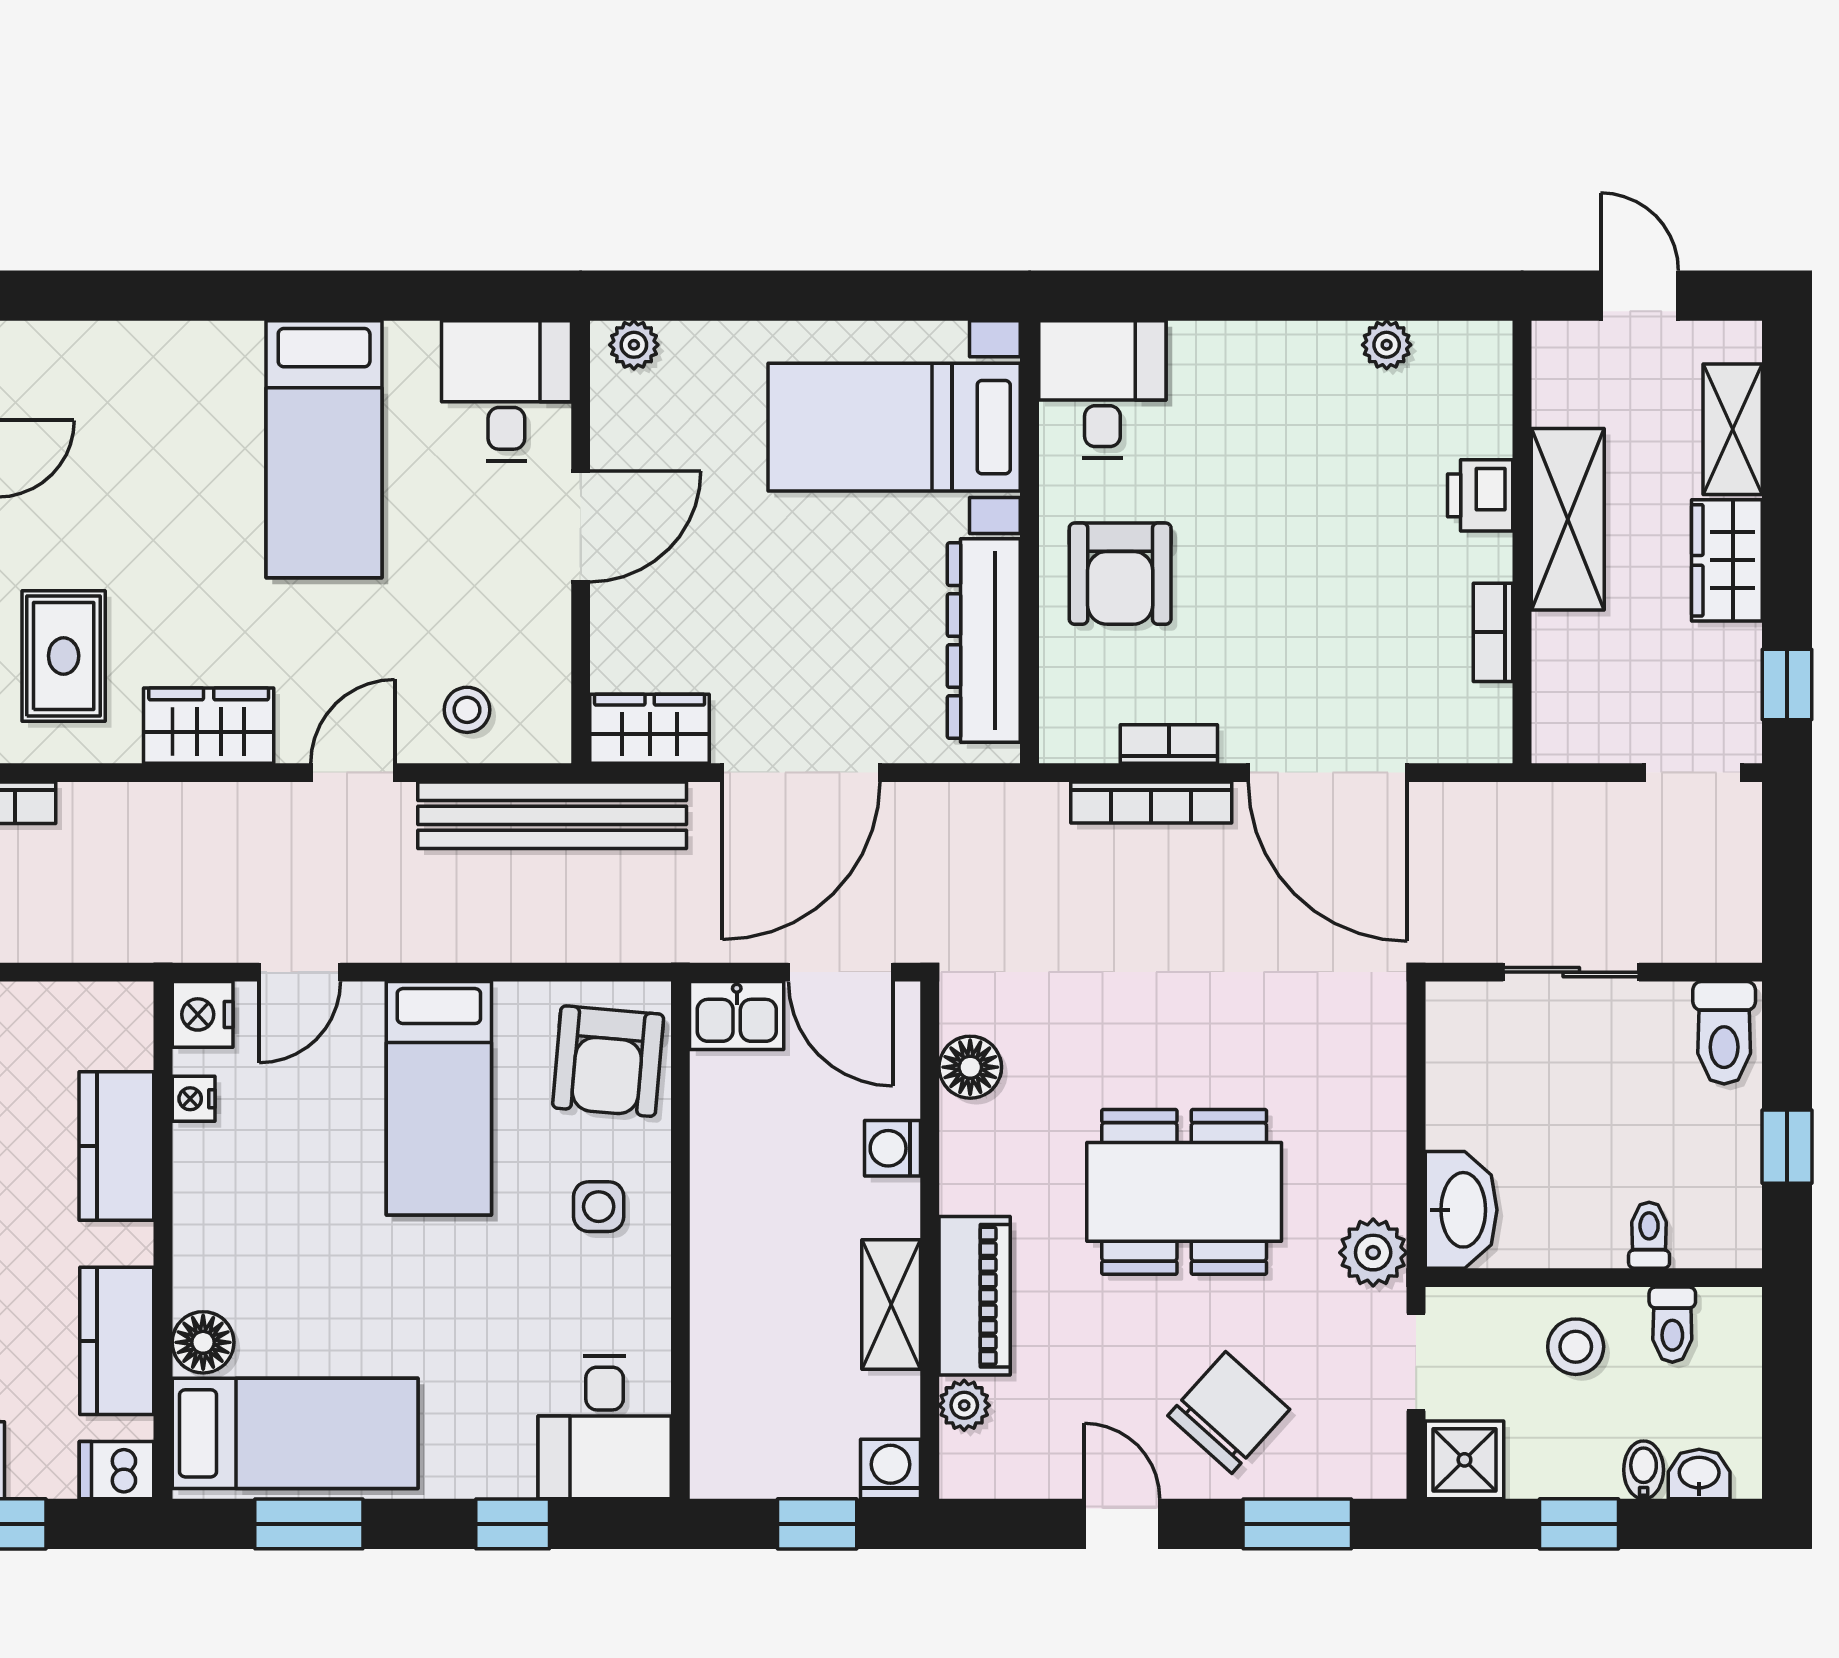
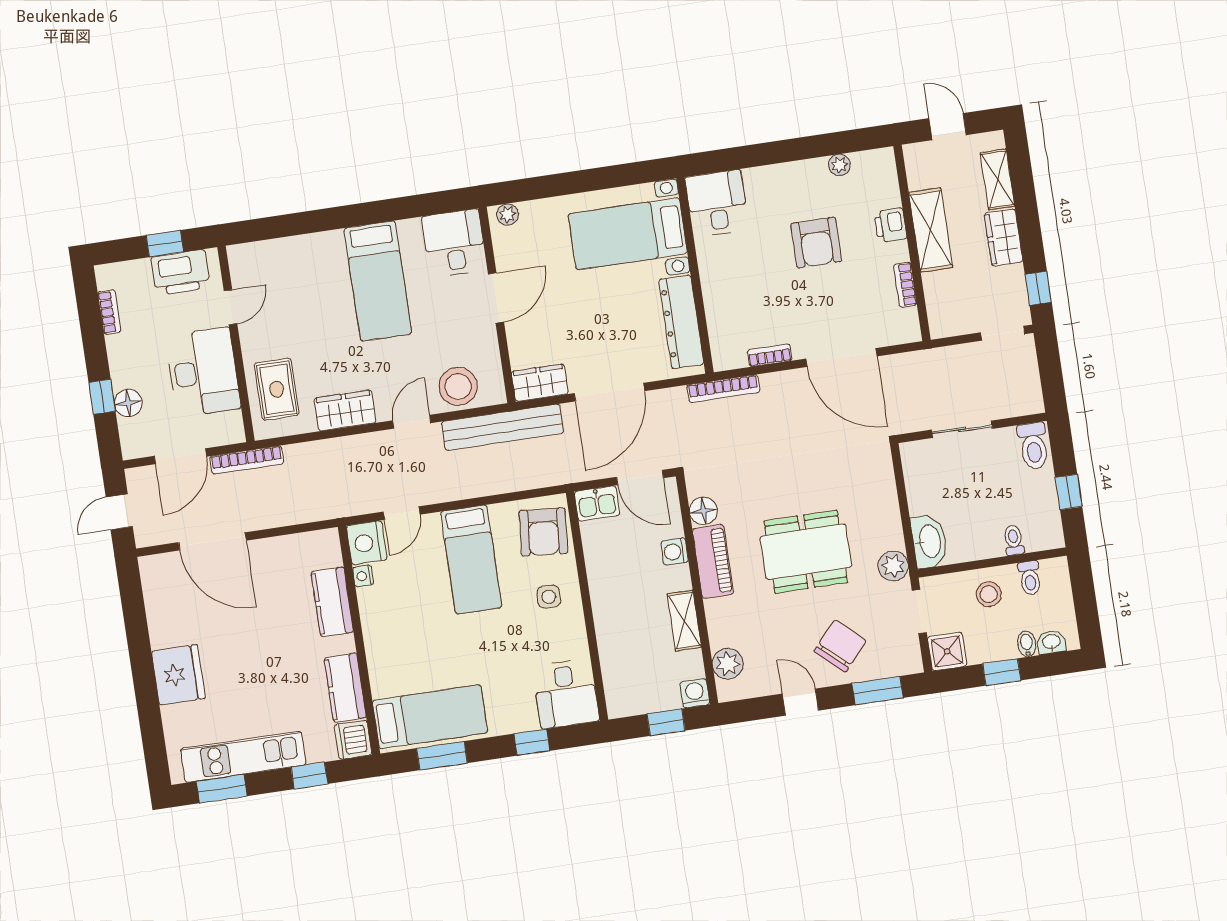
armchair: (1120, 574) -> (816, 242), moved
stool: (467, 710) -> (458, 386), width x1.89, depth x1.89
bookcase: (1151, 803) -> (723, 389), moved
nightstand: (203, 1014) -> (367, 543), width x1.36, depth x1.33
piano: (975, 1296) -> (713, 561), moved
floor lamp: (203, 1342) -> (383, 683), removed
plant: (964, 1405) -> (728, 664), width x1.38, depth x1.38
dishwasher: (116, 1470) -> (353, 740), width x1.38

